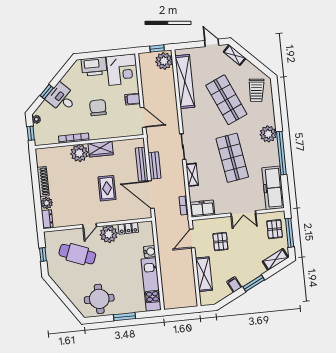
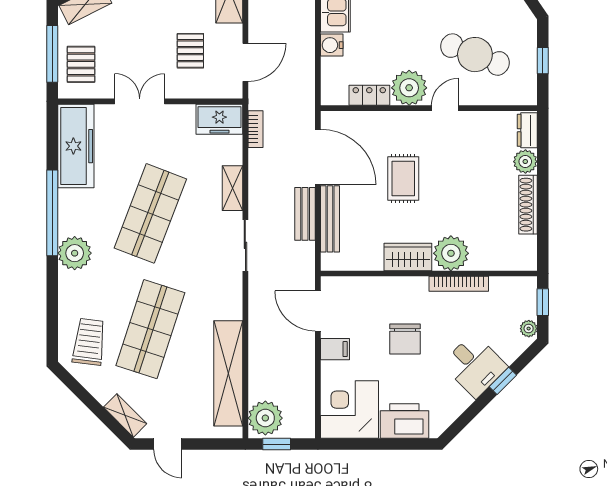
shop shelf: (226, 100) -> (150, 329), turned 42
shop shelf: (232, 158) -> (150, 213), turned 30

